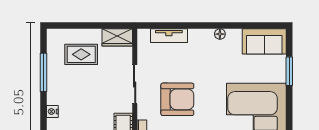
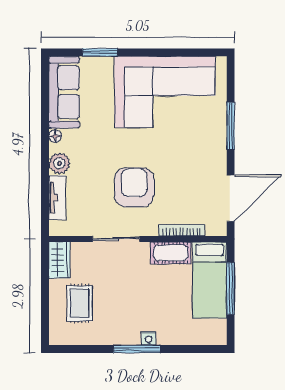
plant: (197, 37) -> (59, 163), added
sofa: (264, 41) -> (64, 92), width x1.36
window: (43, 72) -> (137, 349), moved

